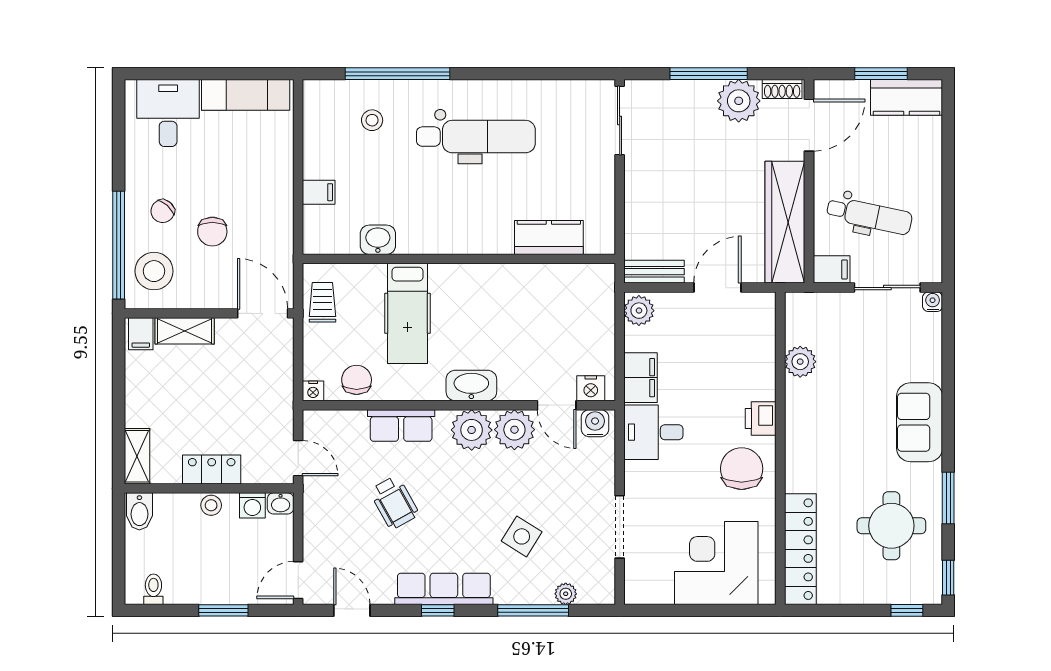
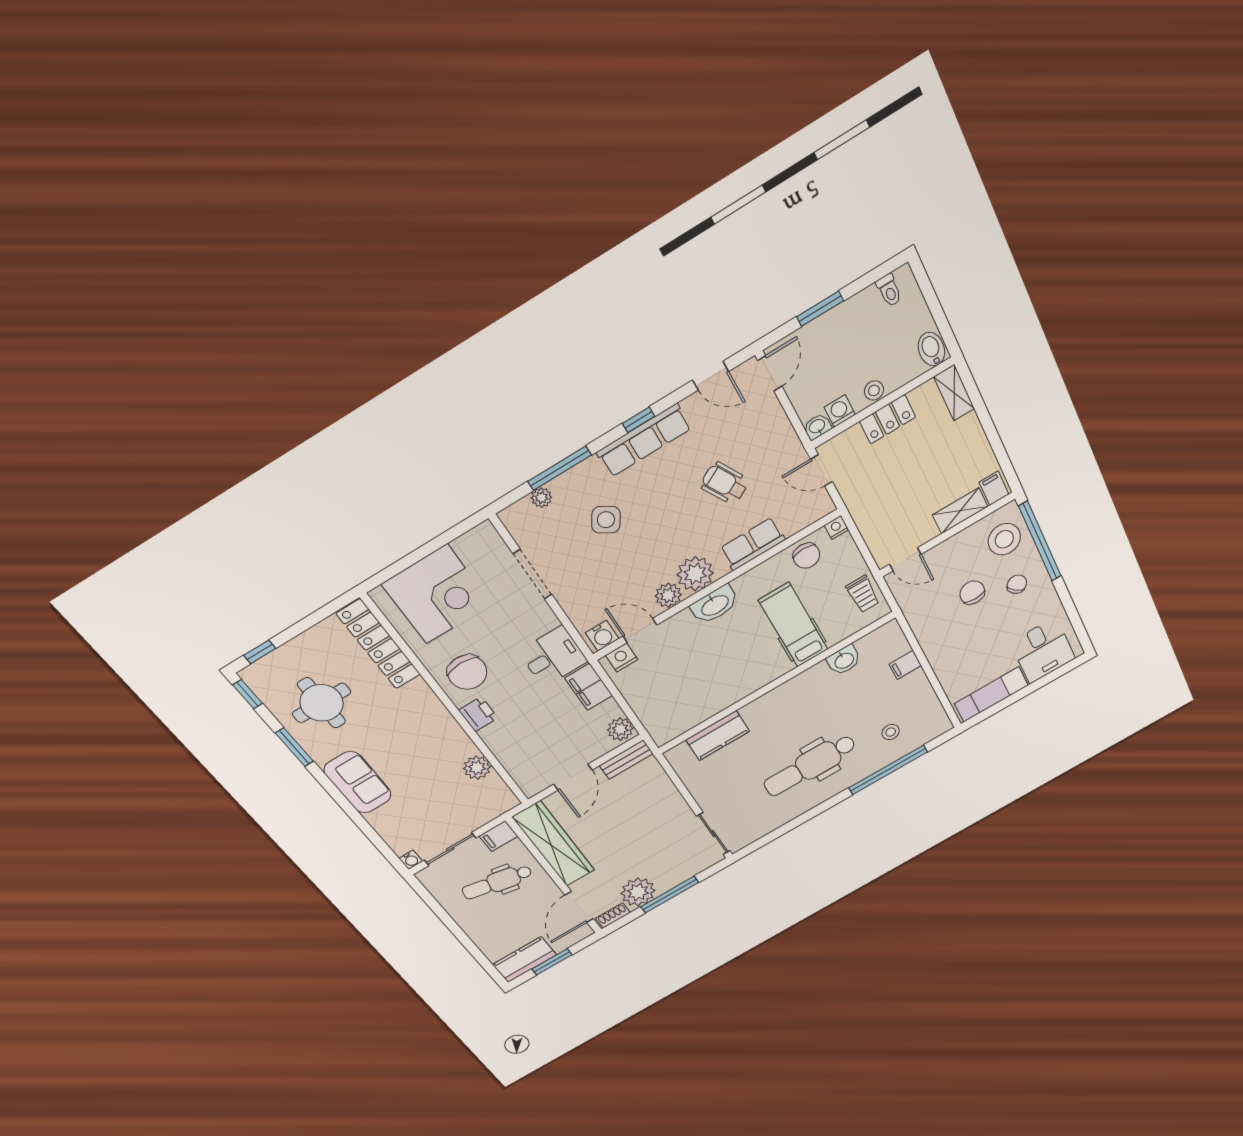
door: (263, 313) -> (905, 559), width x0.73
plant: (514, 430) -> (668, 595), width x0.73, depth x0.73

